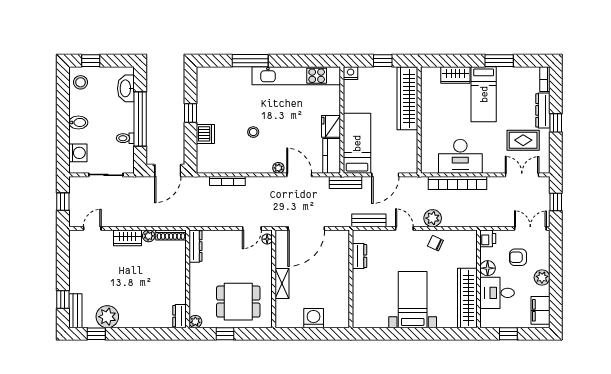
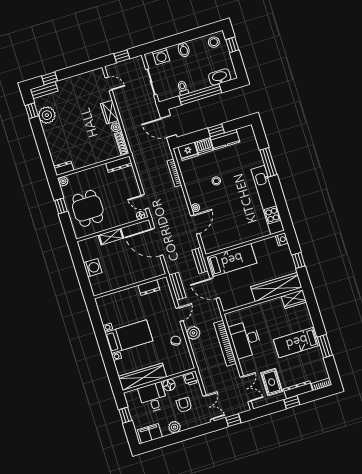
wardrobe: (455, 75) -> (294, 299), moved, turned -90
fridge: (331, 126) -> (188, 151), moved, turned 180
kitchen counter: (332, 156) -> (225, 139), moved, turned 180

